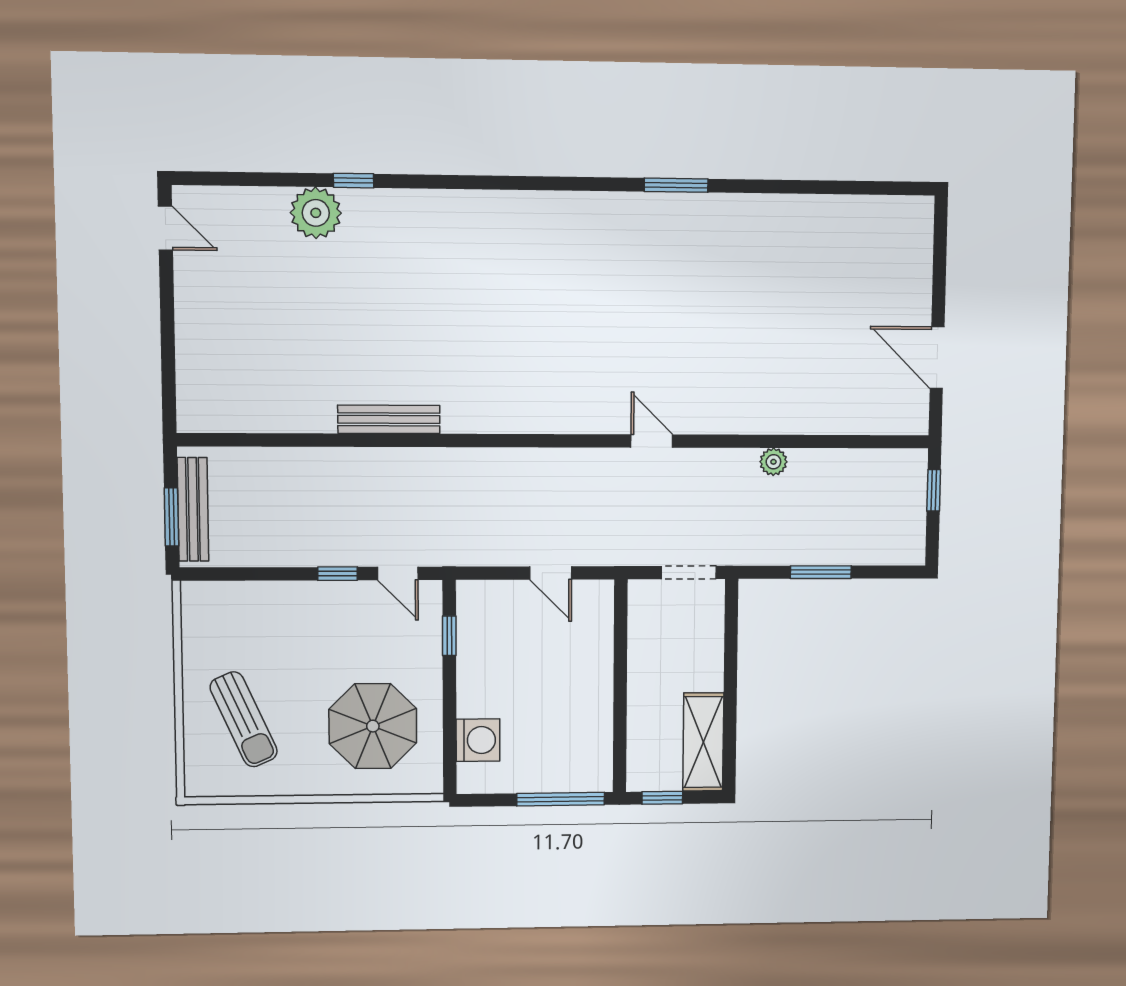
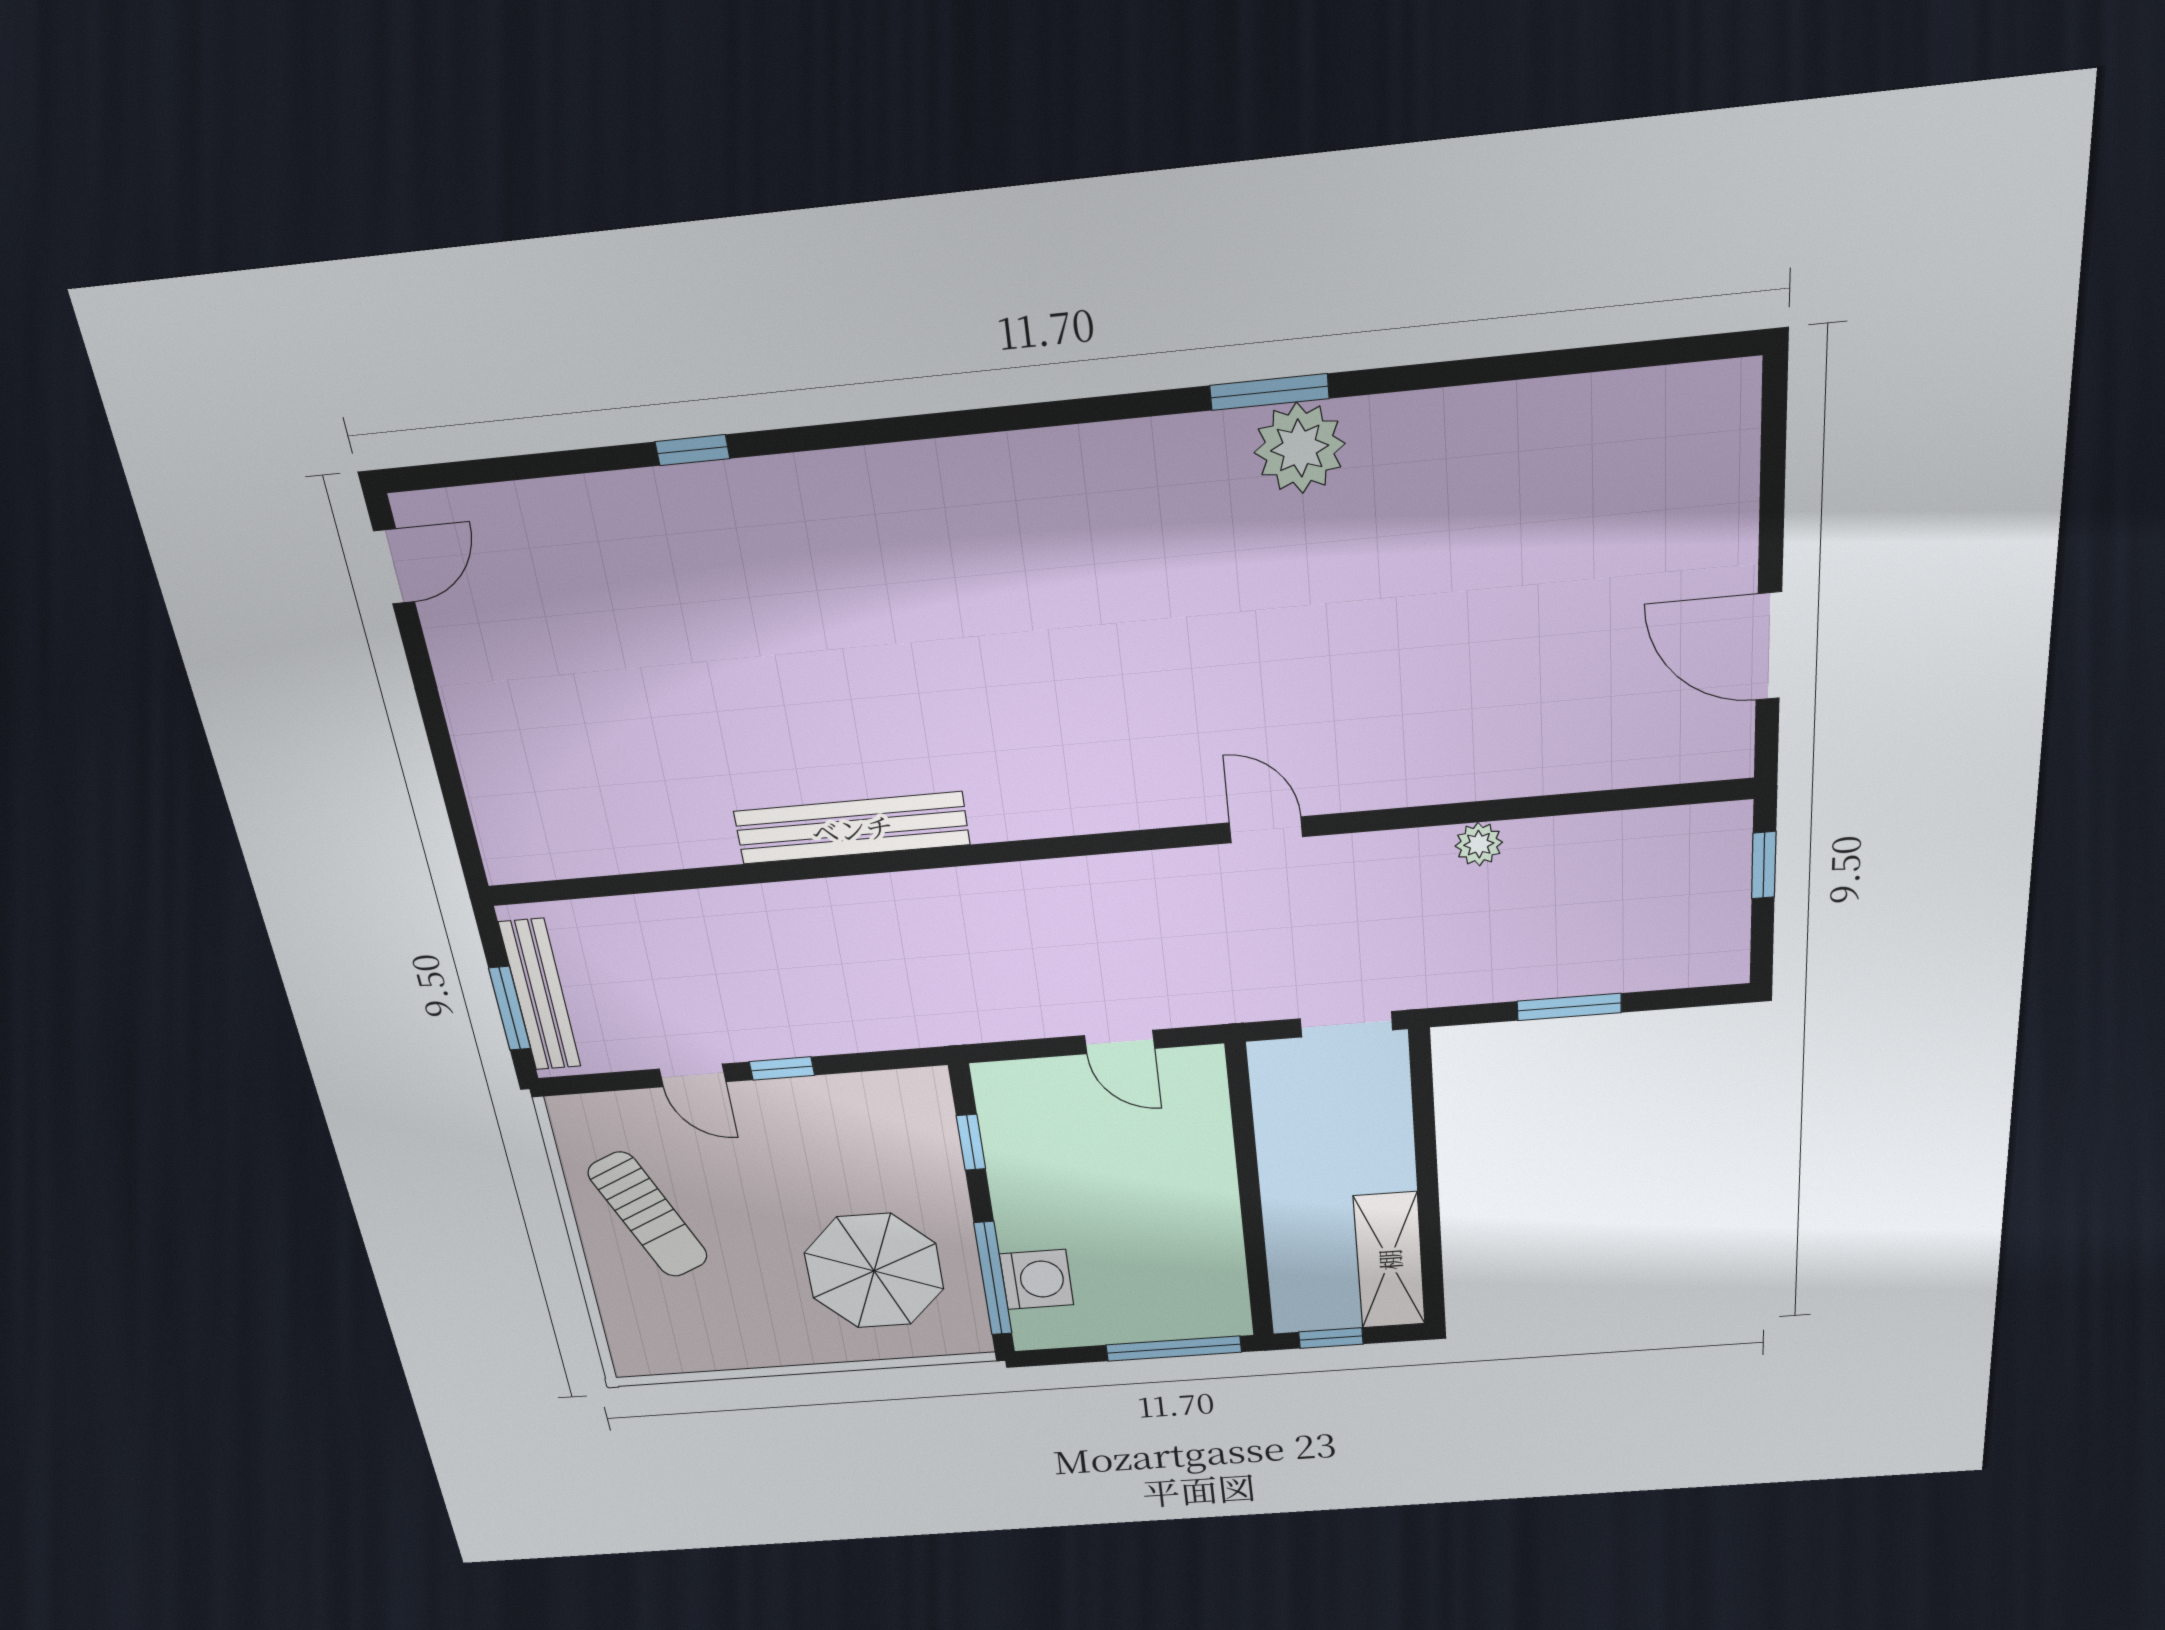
plant: (316, 213) -> (1300, 448), moved
door: (165, 228) -> (394, 566), hinge flipped
bench: (389, 419) -> (852, 828), width x1.37, depth x1.21
door: (398, 573) -> (693, 1075), moved
sun lounger: (244, 719) -> (648, 1215), moved
window: (450, 737) -> (993, 1279), added

